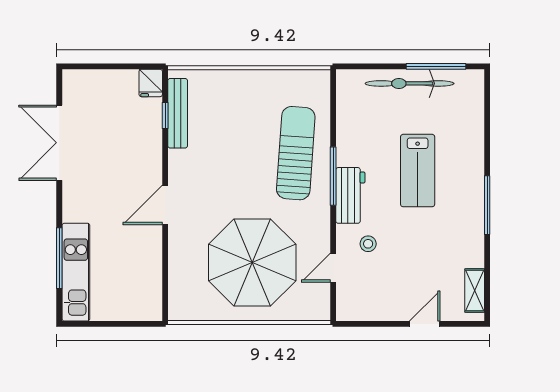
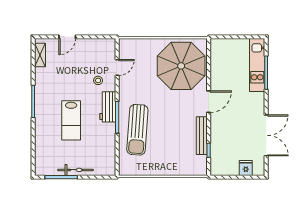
fridge: (151, 83) -> (246, 168), moved
bicycle: (410, 83) -> (75, 170), width x0.73, depth x0.71
bench: (178, 113) -> (202, 136), moved
lab bench: (418, 171) -> (71, 120), turned 180
parasol: (252, 263) -> (181, 66), moved

